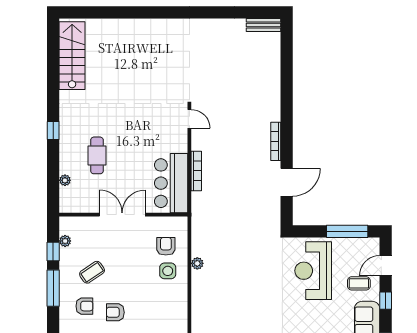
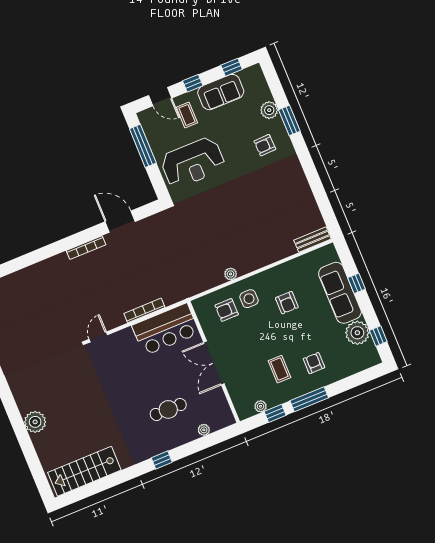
plant: (136, 29) -> (35, 422), added
coffee table: (92, 272) -> (279, 369), turned 34
armchair: (115, 312) -> (287, 303), moved

